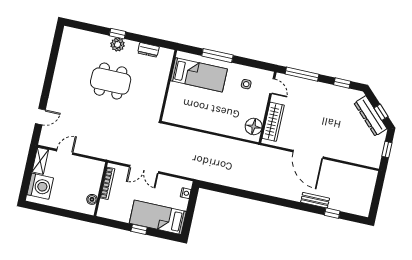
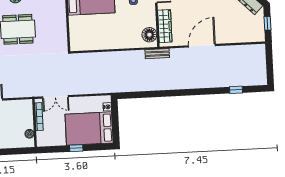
door: (308, 154) -> (202, 46), swing flipped
double door: (144, 169) -> (55, 97), moved
bench: (315, 200) -> (157, 54), moved
bed: (158, 217) -> (89, 129), width x1.50

